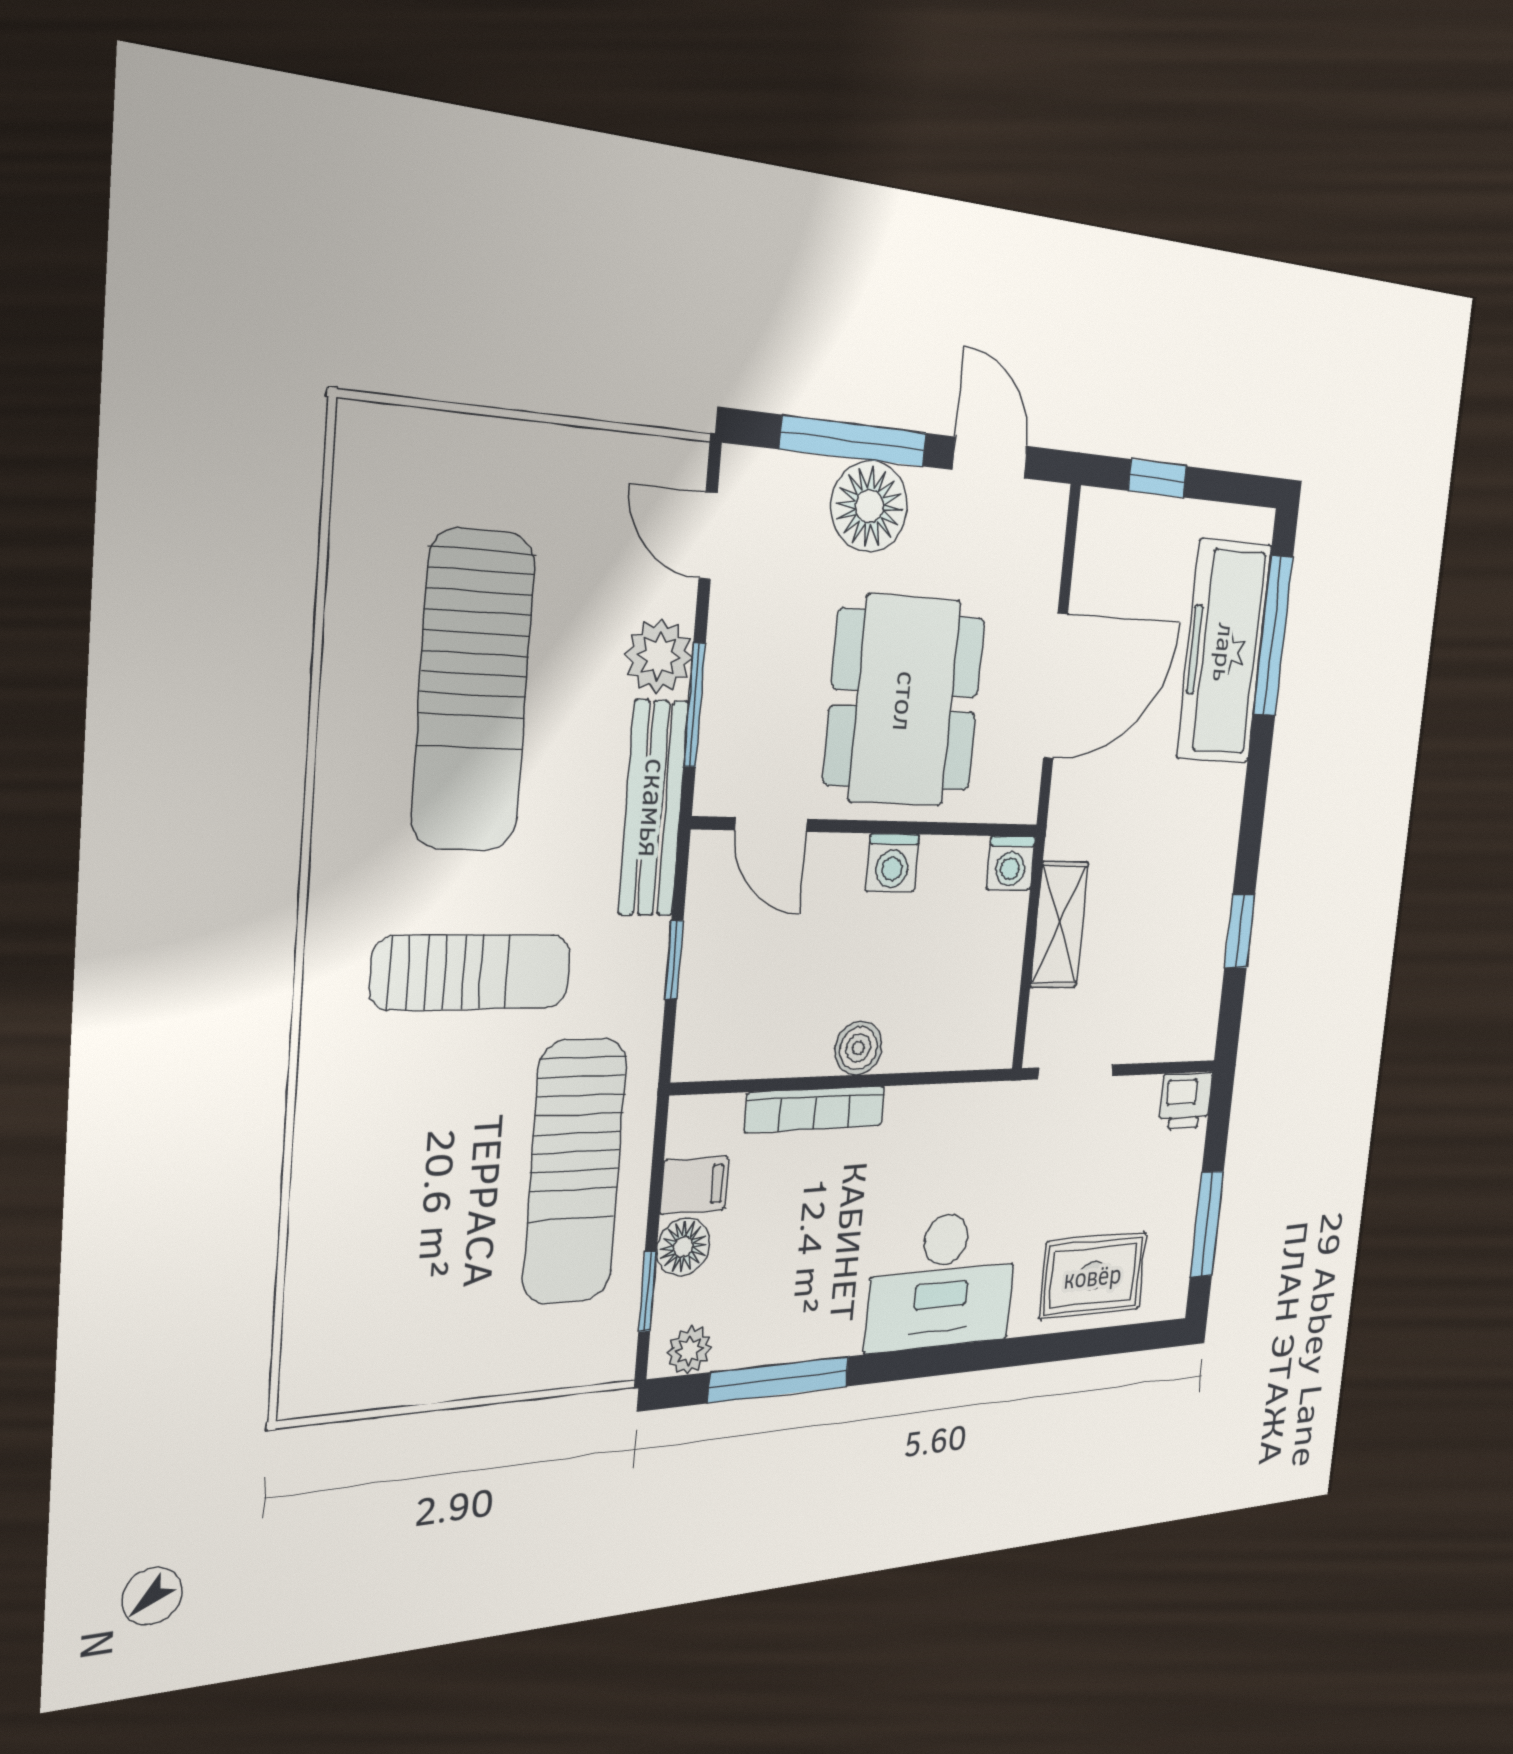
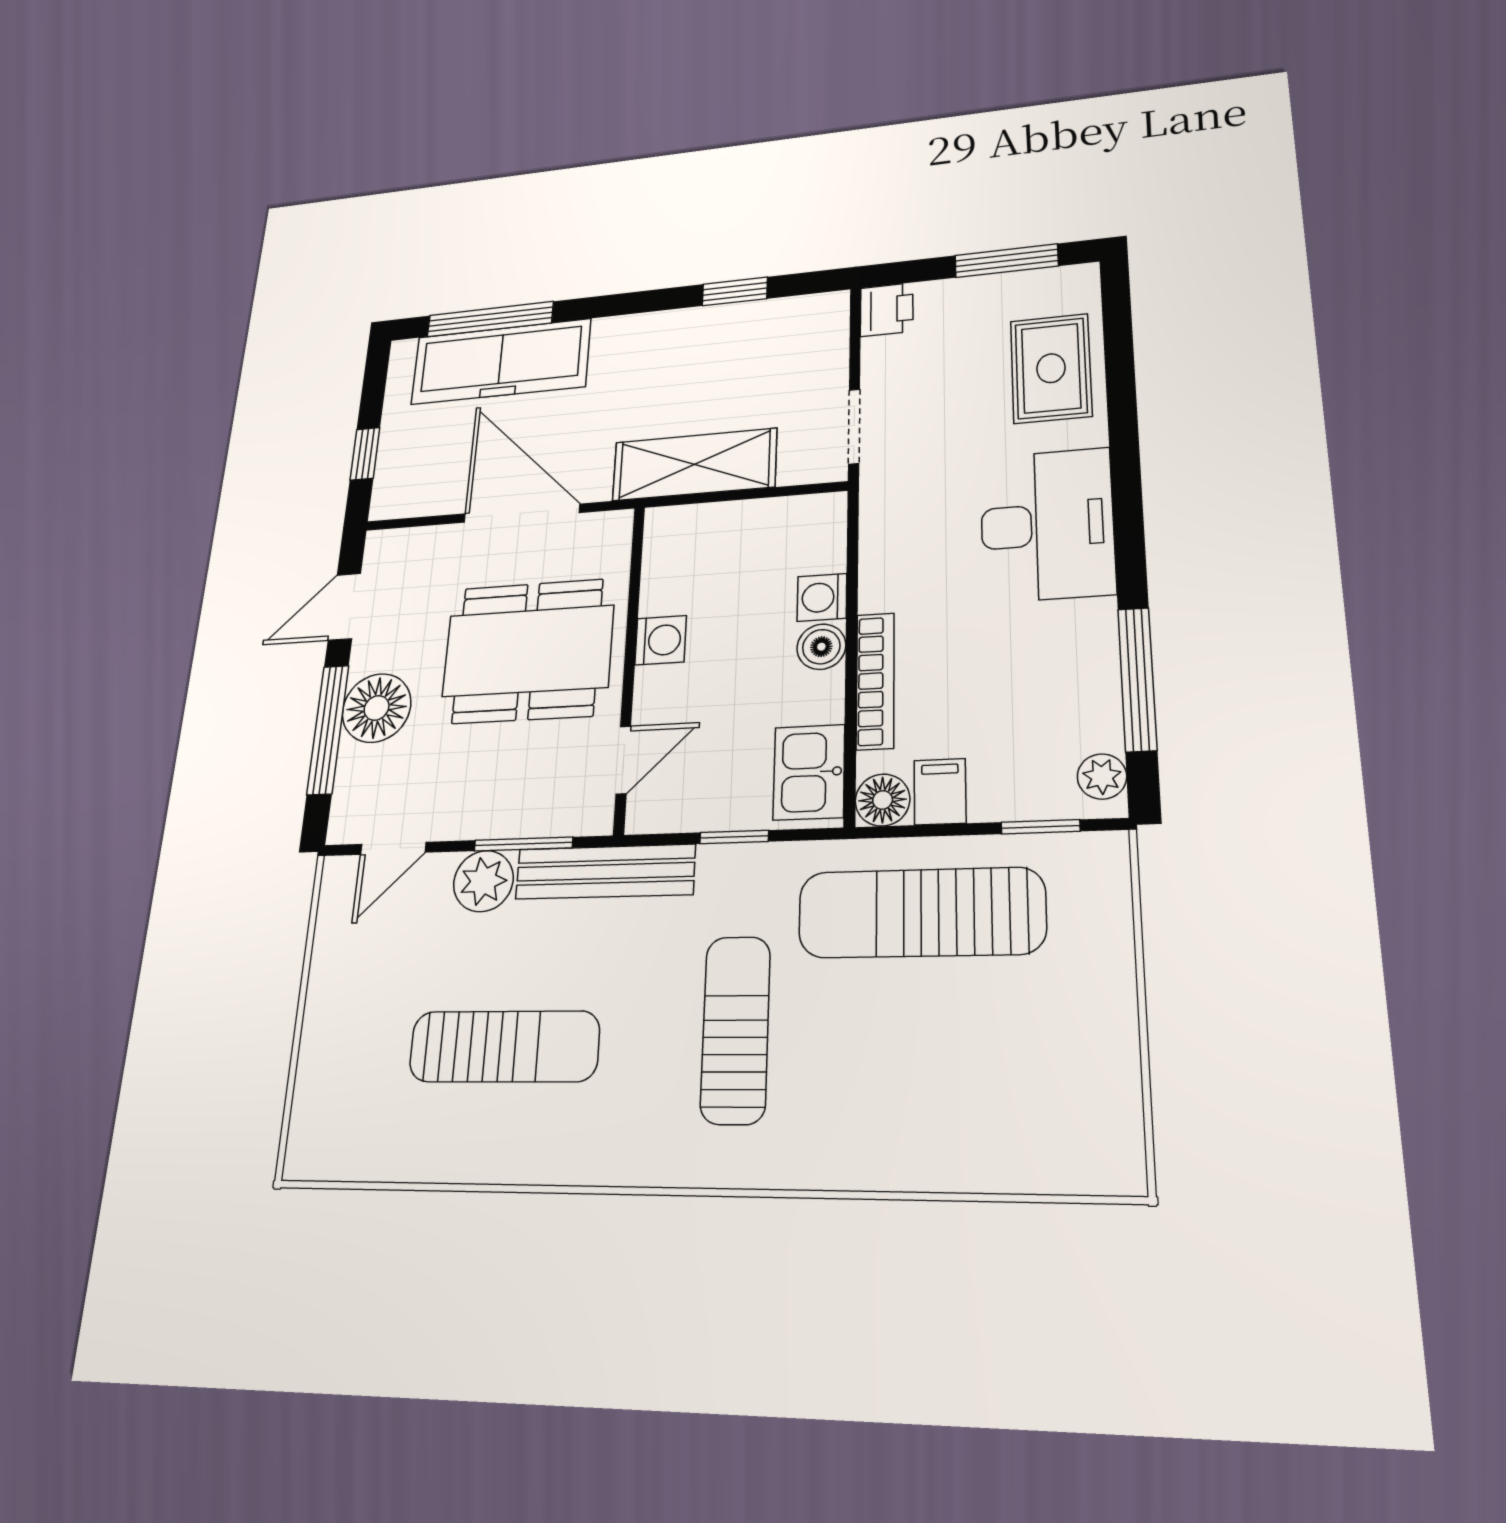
sun lounger: (473, 691) -> (504, 1046), width x0.73, depth x0.75
washing machine: (1011, 863) -> (822, 597), moved, turned 180
shelving: (1059, 925) -> (694, 465), width x1.50, depth x1.33
kitchen sink: (732, 1041) -> (809, 772), added
sun lounger: (575, 1172) -> (921, 913), turned 180
floor lamp: (683, 1247) -> (883, 800), moved

